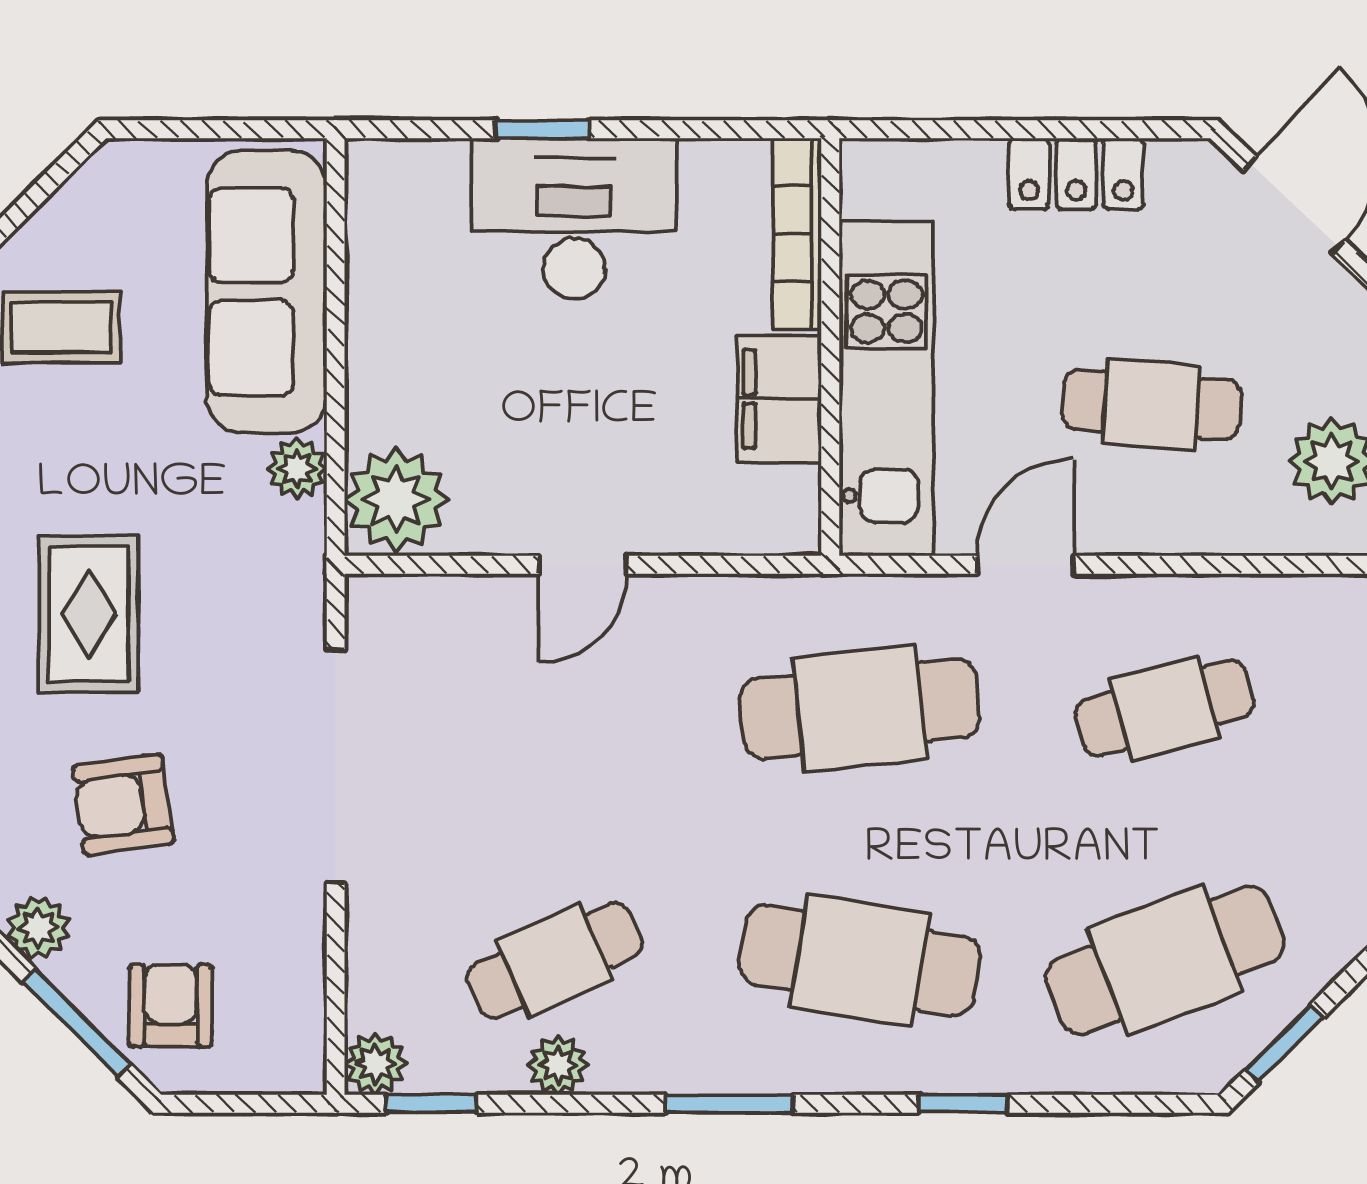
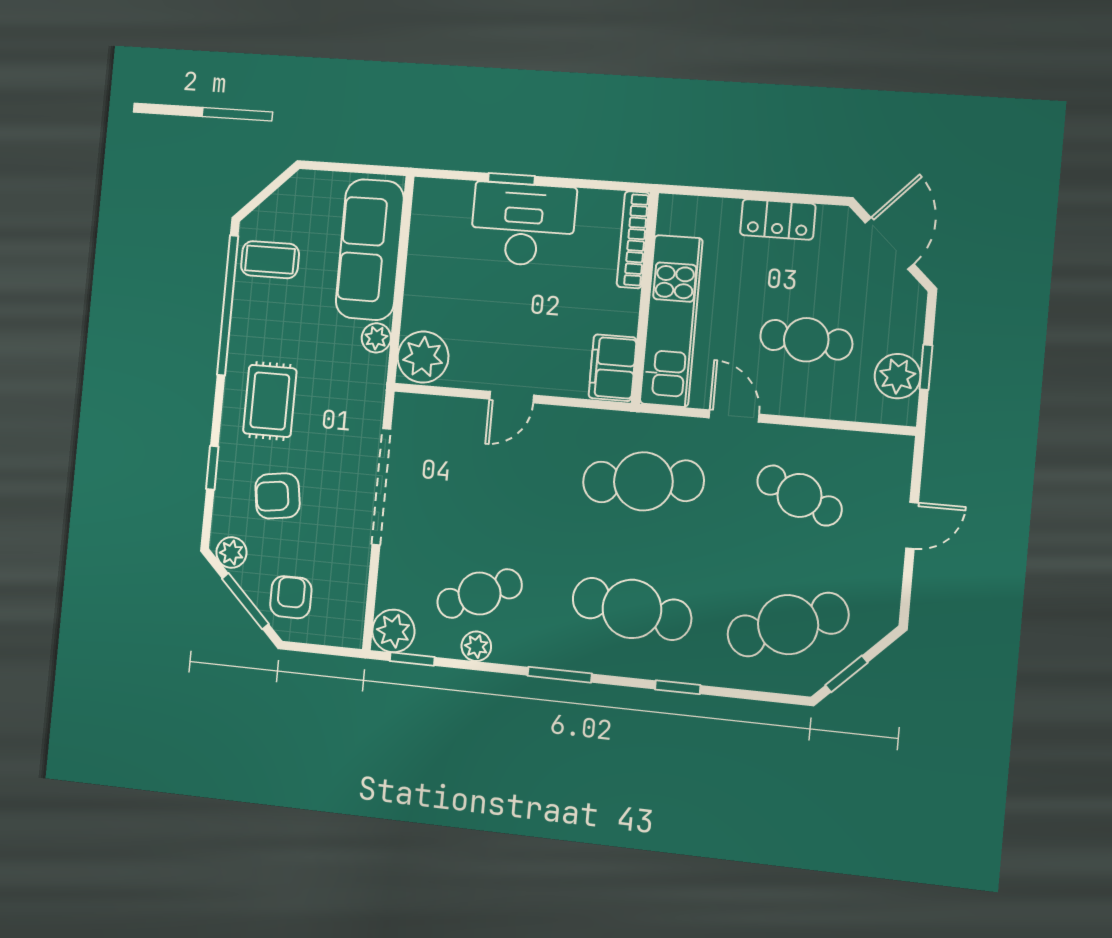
filing cabinet: (779, 399) -> (613, 368), moved
door: (1025, 565) -> (734, 416), hinge flipped
cafe table: (1165, 708) -> (799, 495), turned 39
plant: (376, 1064) -> (393, 631), width x1.38, depth x1.38

